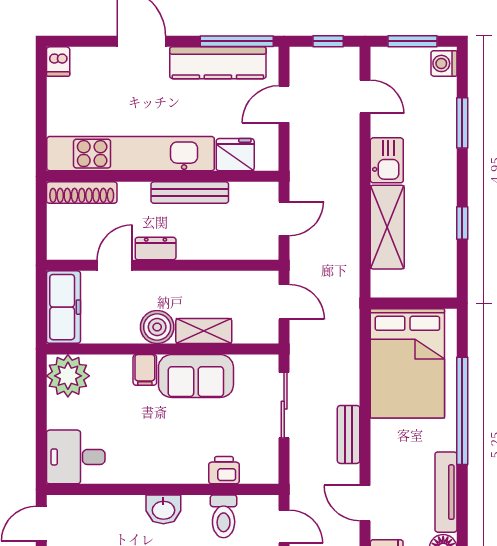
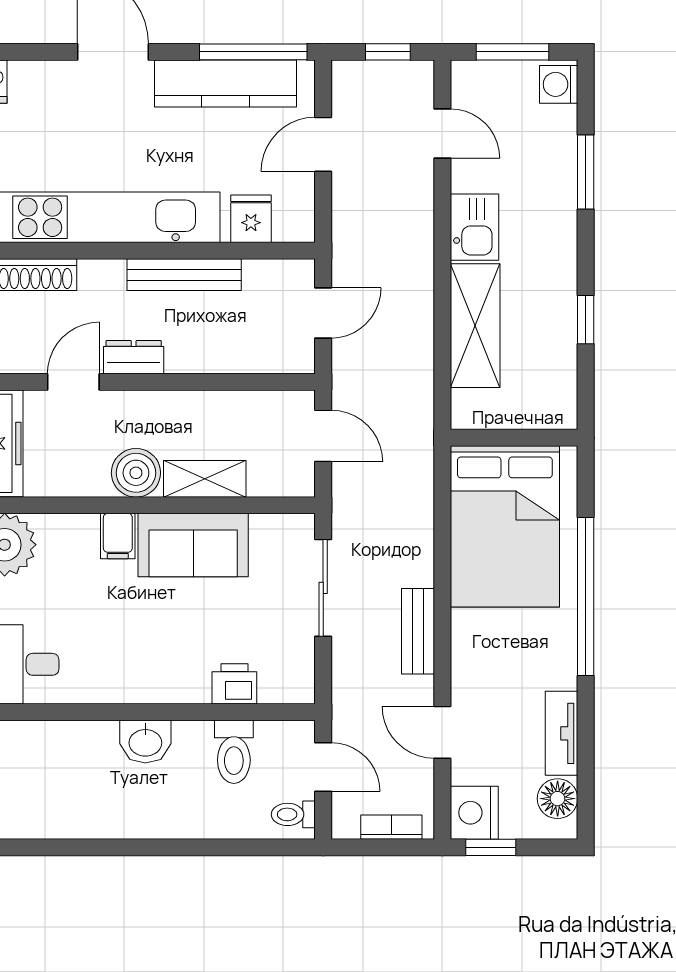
fridge: (235, 155) -> (251, 219), width x0.72
tv unit: (446, 492) -> (562, 733), width x0.71

